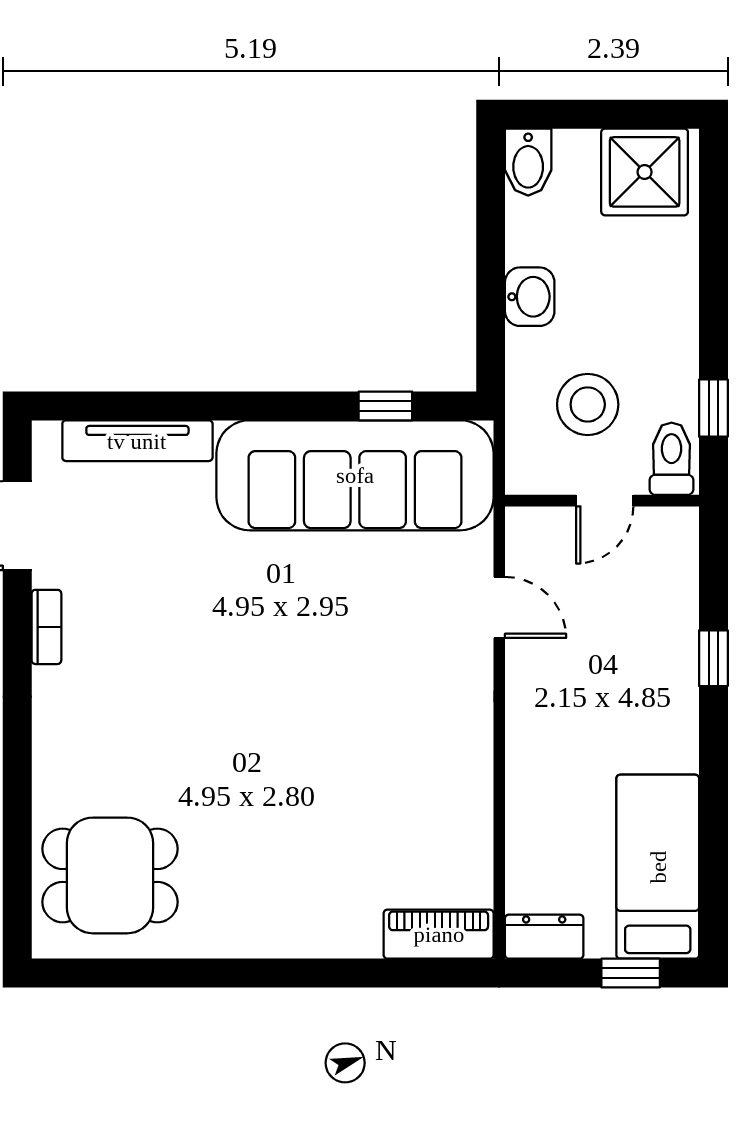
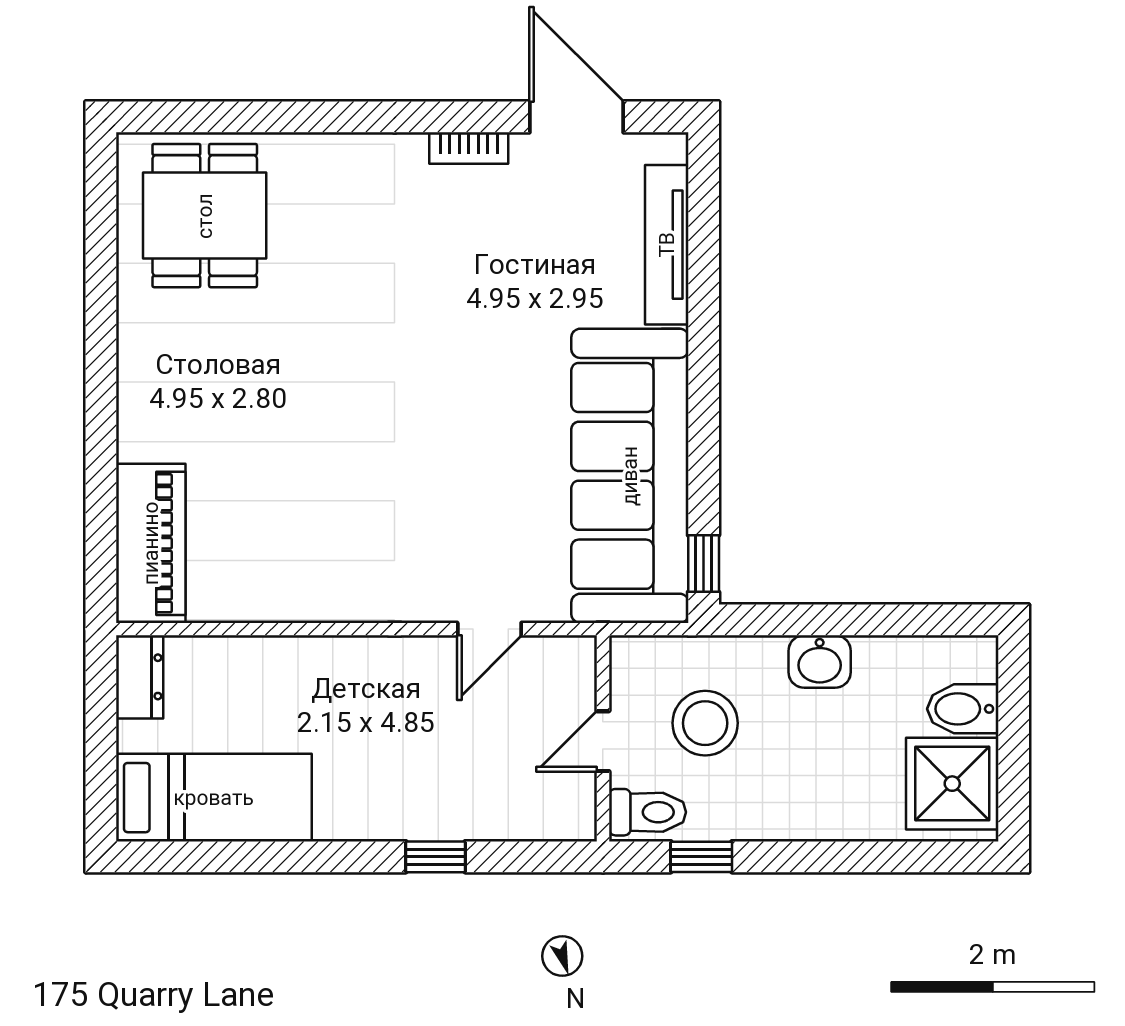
bidet: (528, 162) -> (963, 709), moved
window: (385, 406) -> (704, 564), moved
door: (605, 501) -> (603, 741), hinge flipped
piano: (439, 934) -> (151, 543), width x1.37, depth x1.33
window: (631, 973) -> (101, 769), removed

